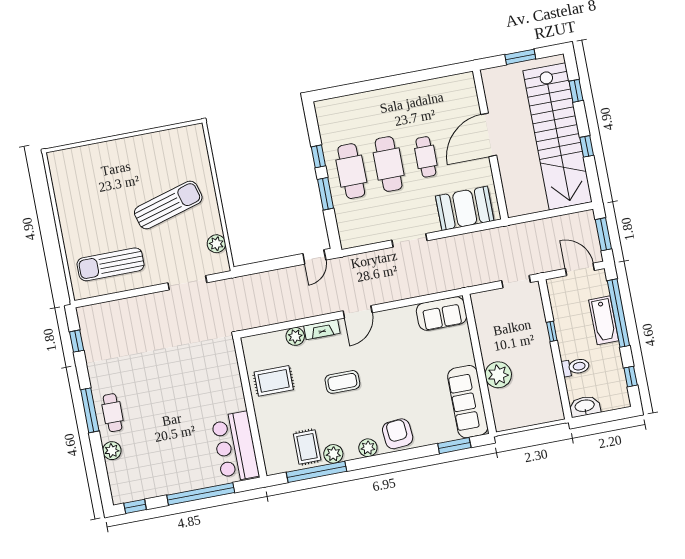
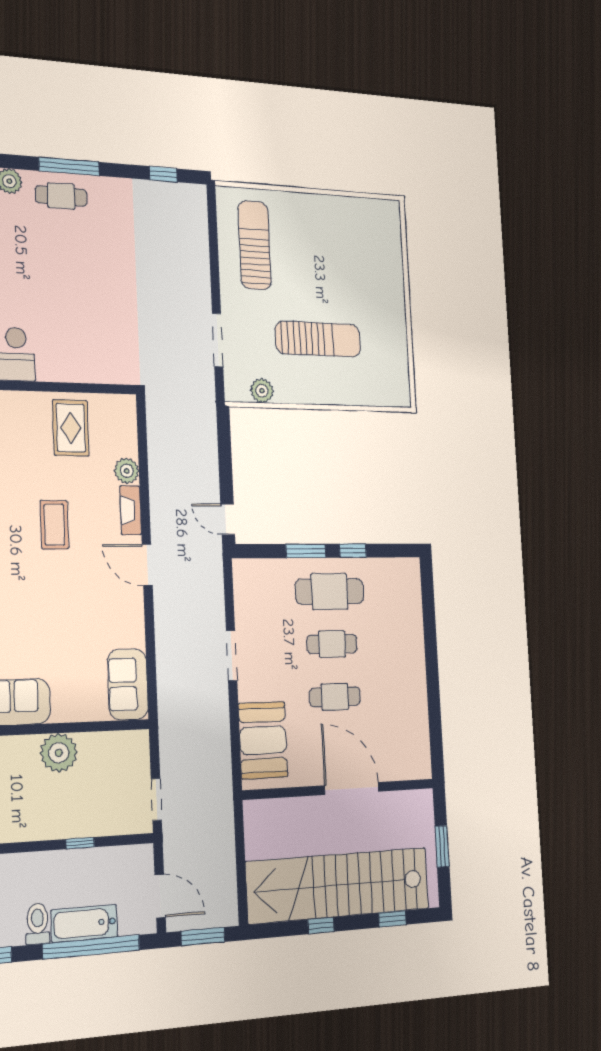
cafe table: (389, 164) -> (332, 644), width x0.73, depth x0.74
sun lounger: (168, 205) -> (318, 339), turned -74
door: (580, 269) -> (160, 896), hinge flipped
toilet: (576, 367) -> (38, 924), moved, turned 180
plant: (498, 375) -> (59, 753), moved

